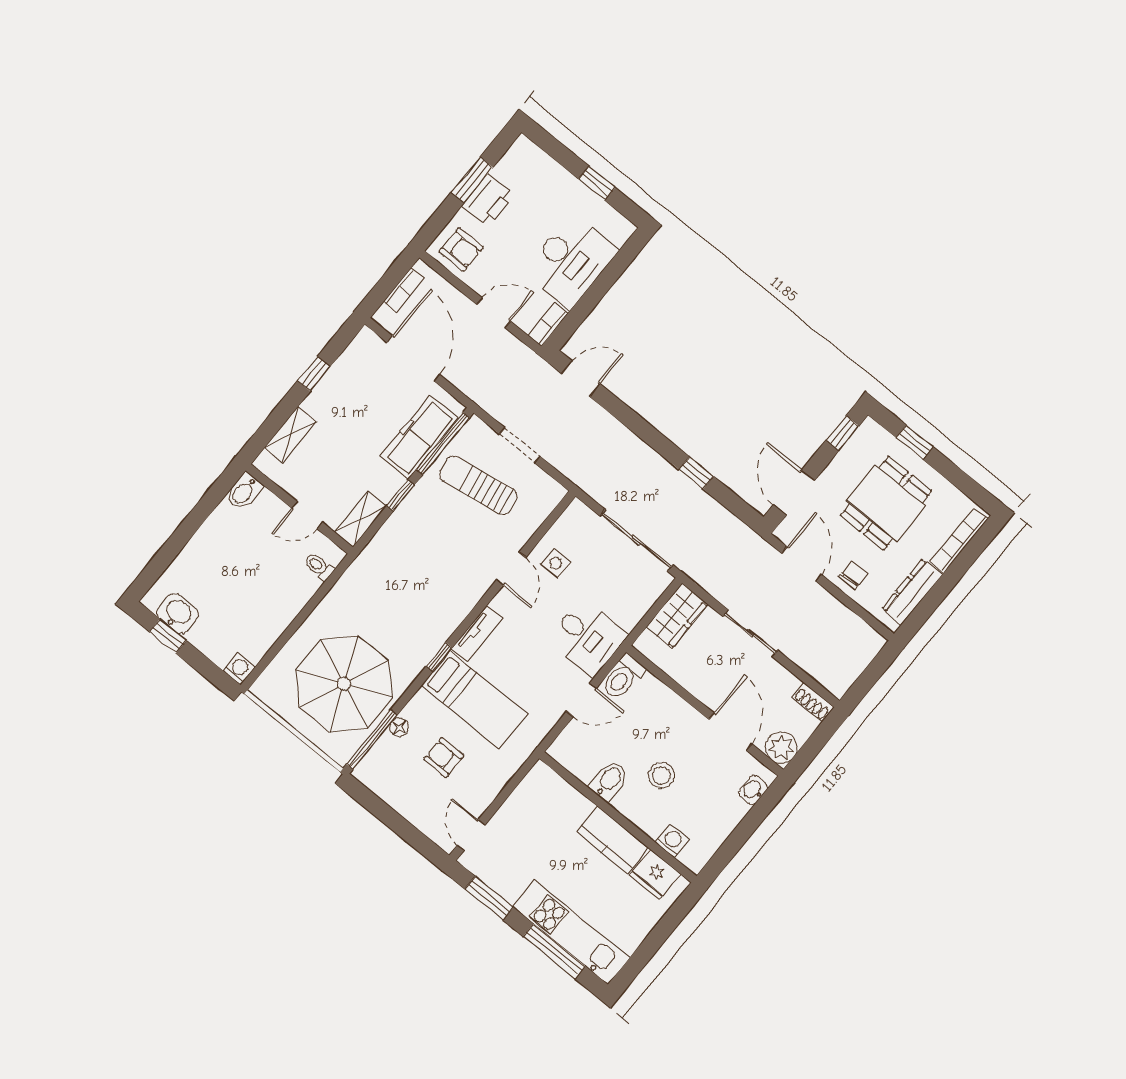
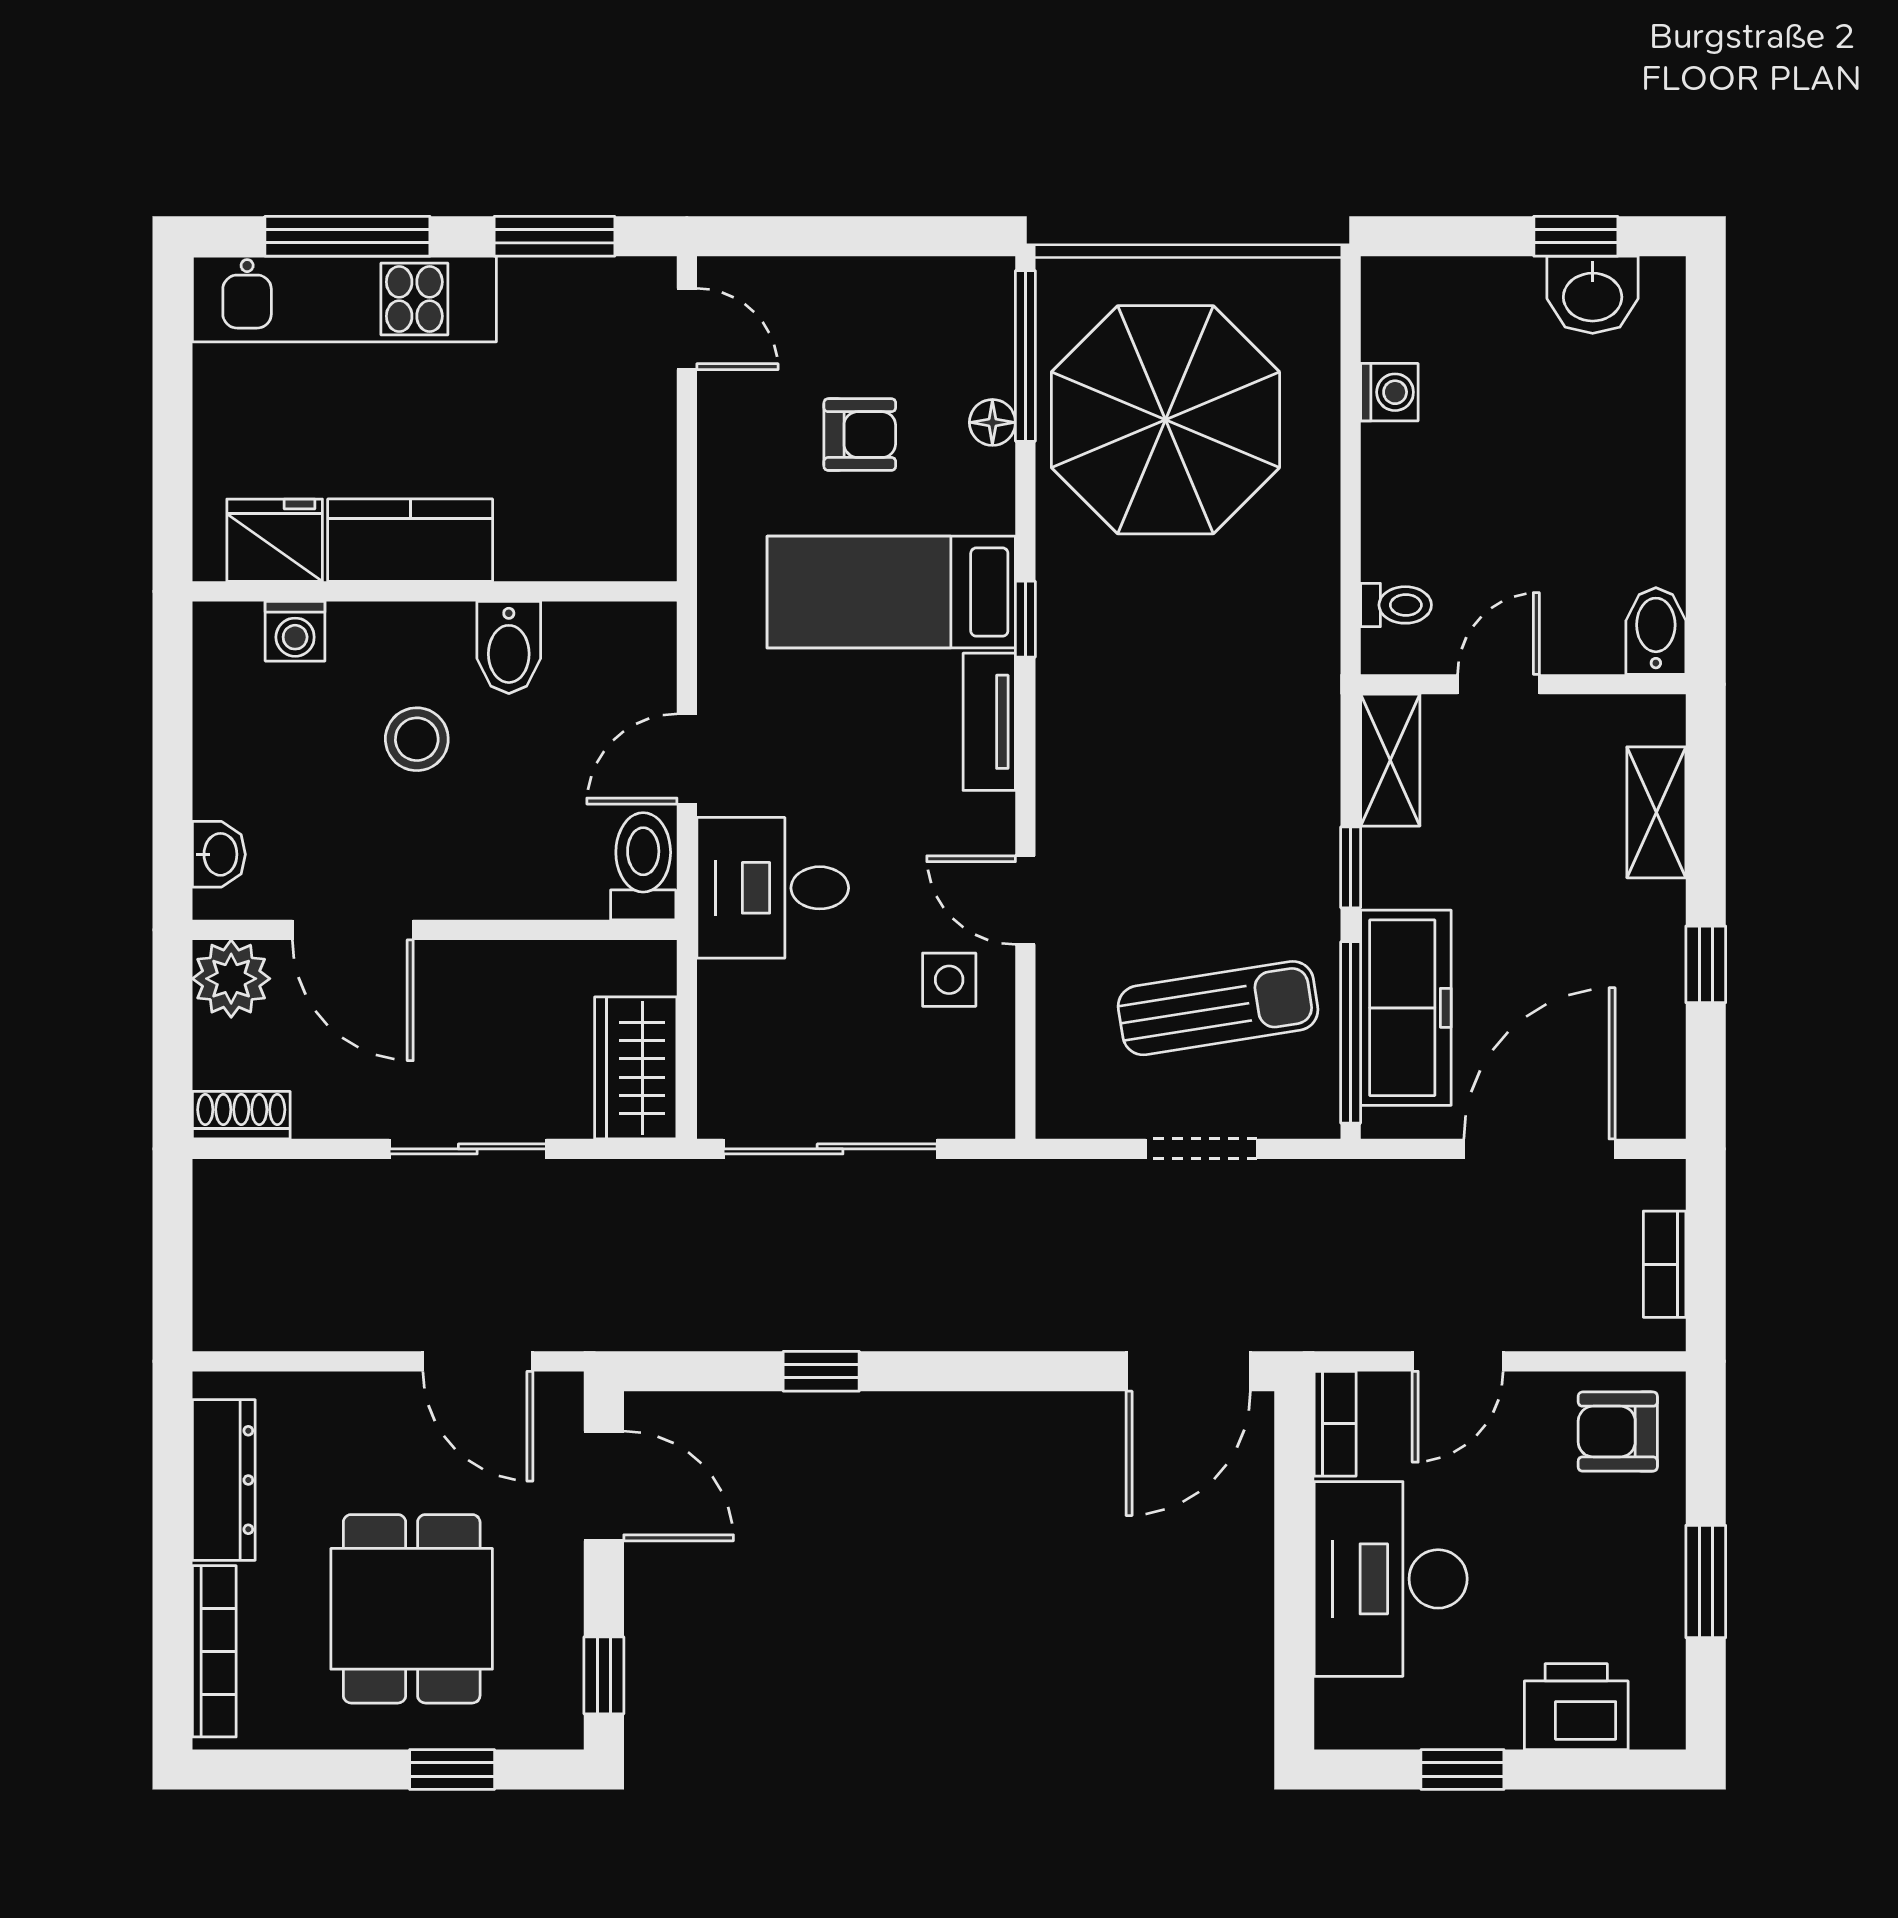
printer: (488, 200) -> (1576, 1707), moved, turned 90
door: (413, 359) -> (1539, 1149), swing flipped
door: (581, 379) -> (1188, 1371), width x1.38
chair: (853, 575) -> (362, 1420), removed
washing machine: (239, 669) -> (1389, 392), moved, turned -90

